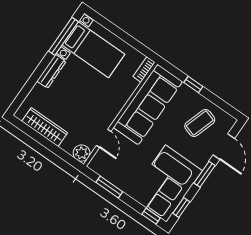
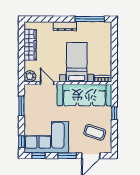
bed with nightstands: (93, 50) -> (77, 62), moved, turned 180
door: (104, 138) -> (47, 83), swing flipped

